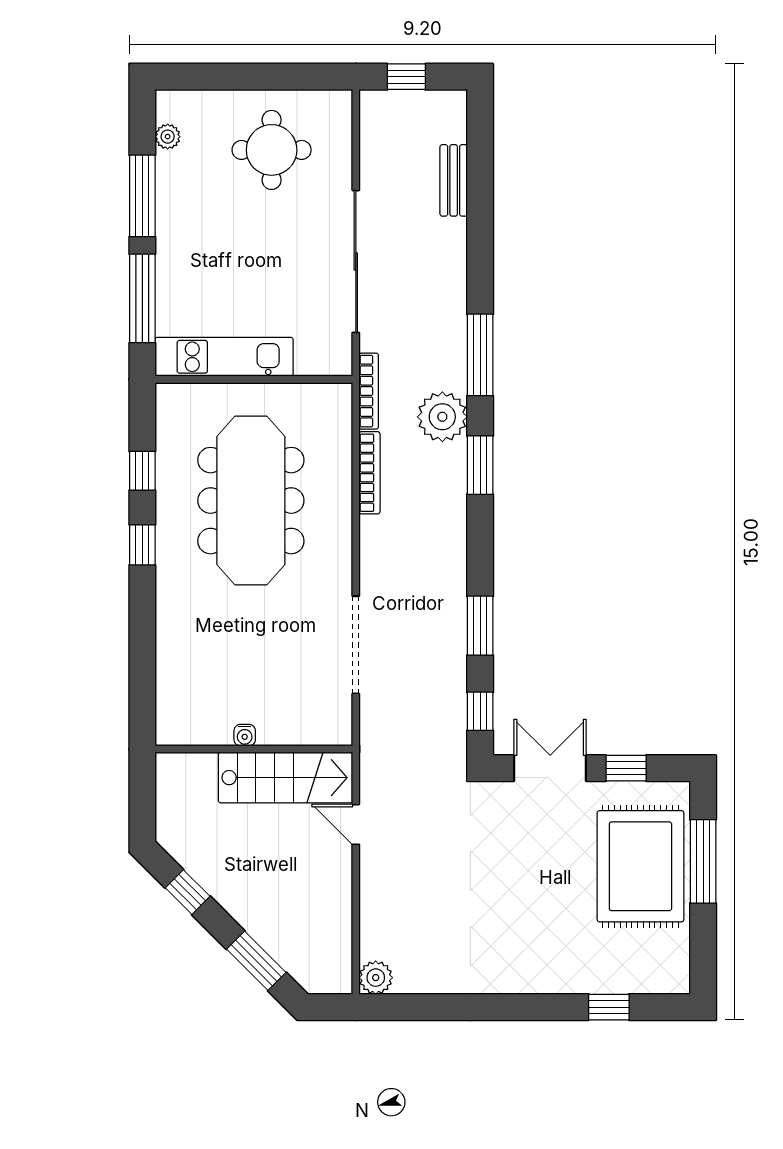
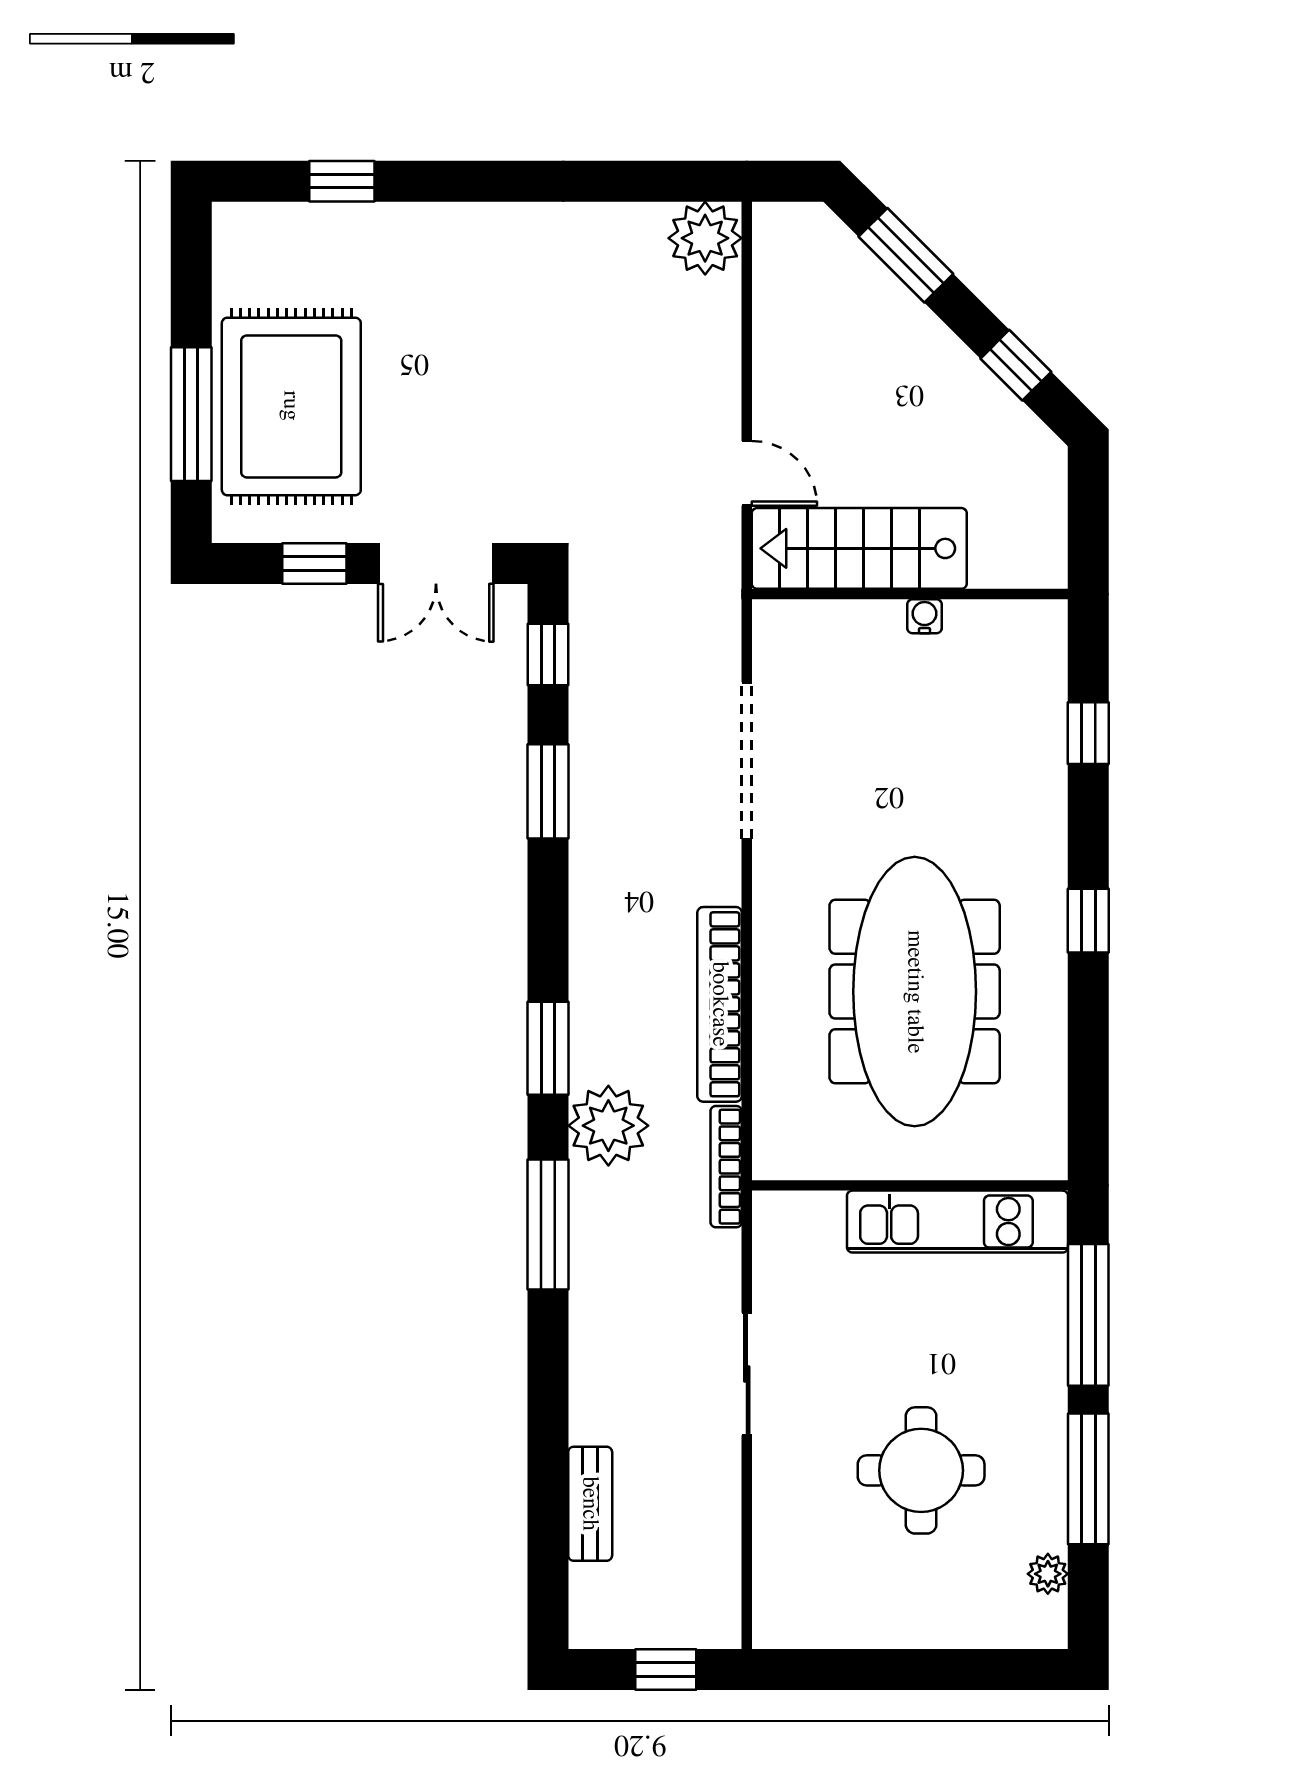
round table: (272, 150) -> (921, 1470), moved
sliding door: (356, 262) -> (747, 1374), width x0.54
window: (142, 471) -> (1088, 733), moved
bookcase: (369, 473) -> (720, 1004), width x1.48, depth x1.31
plant: (376, 978) -> (705, 238), width x1.36, depth x1.36

